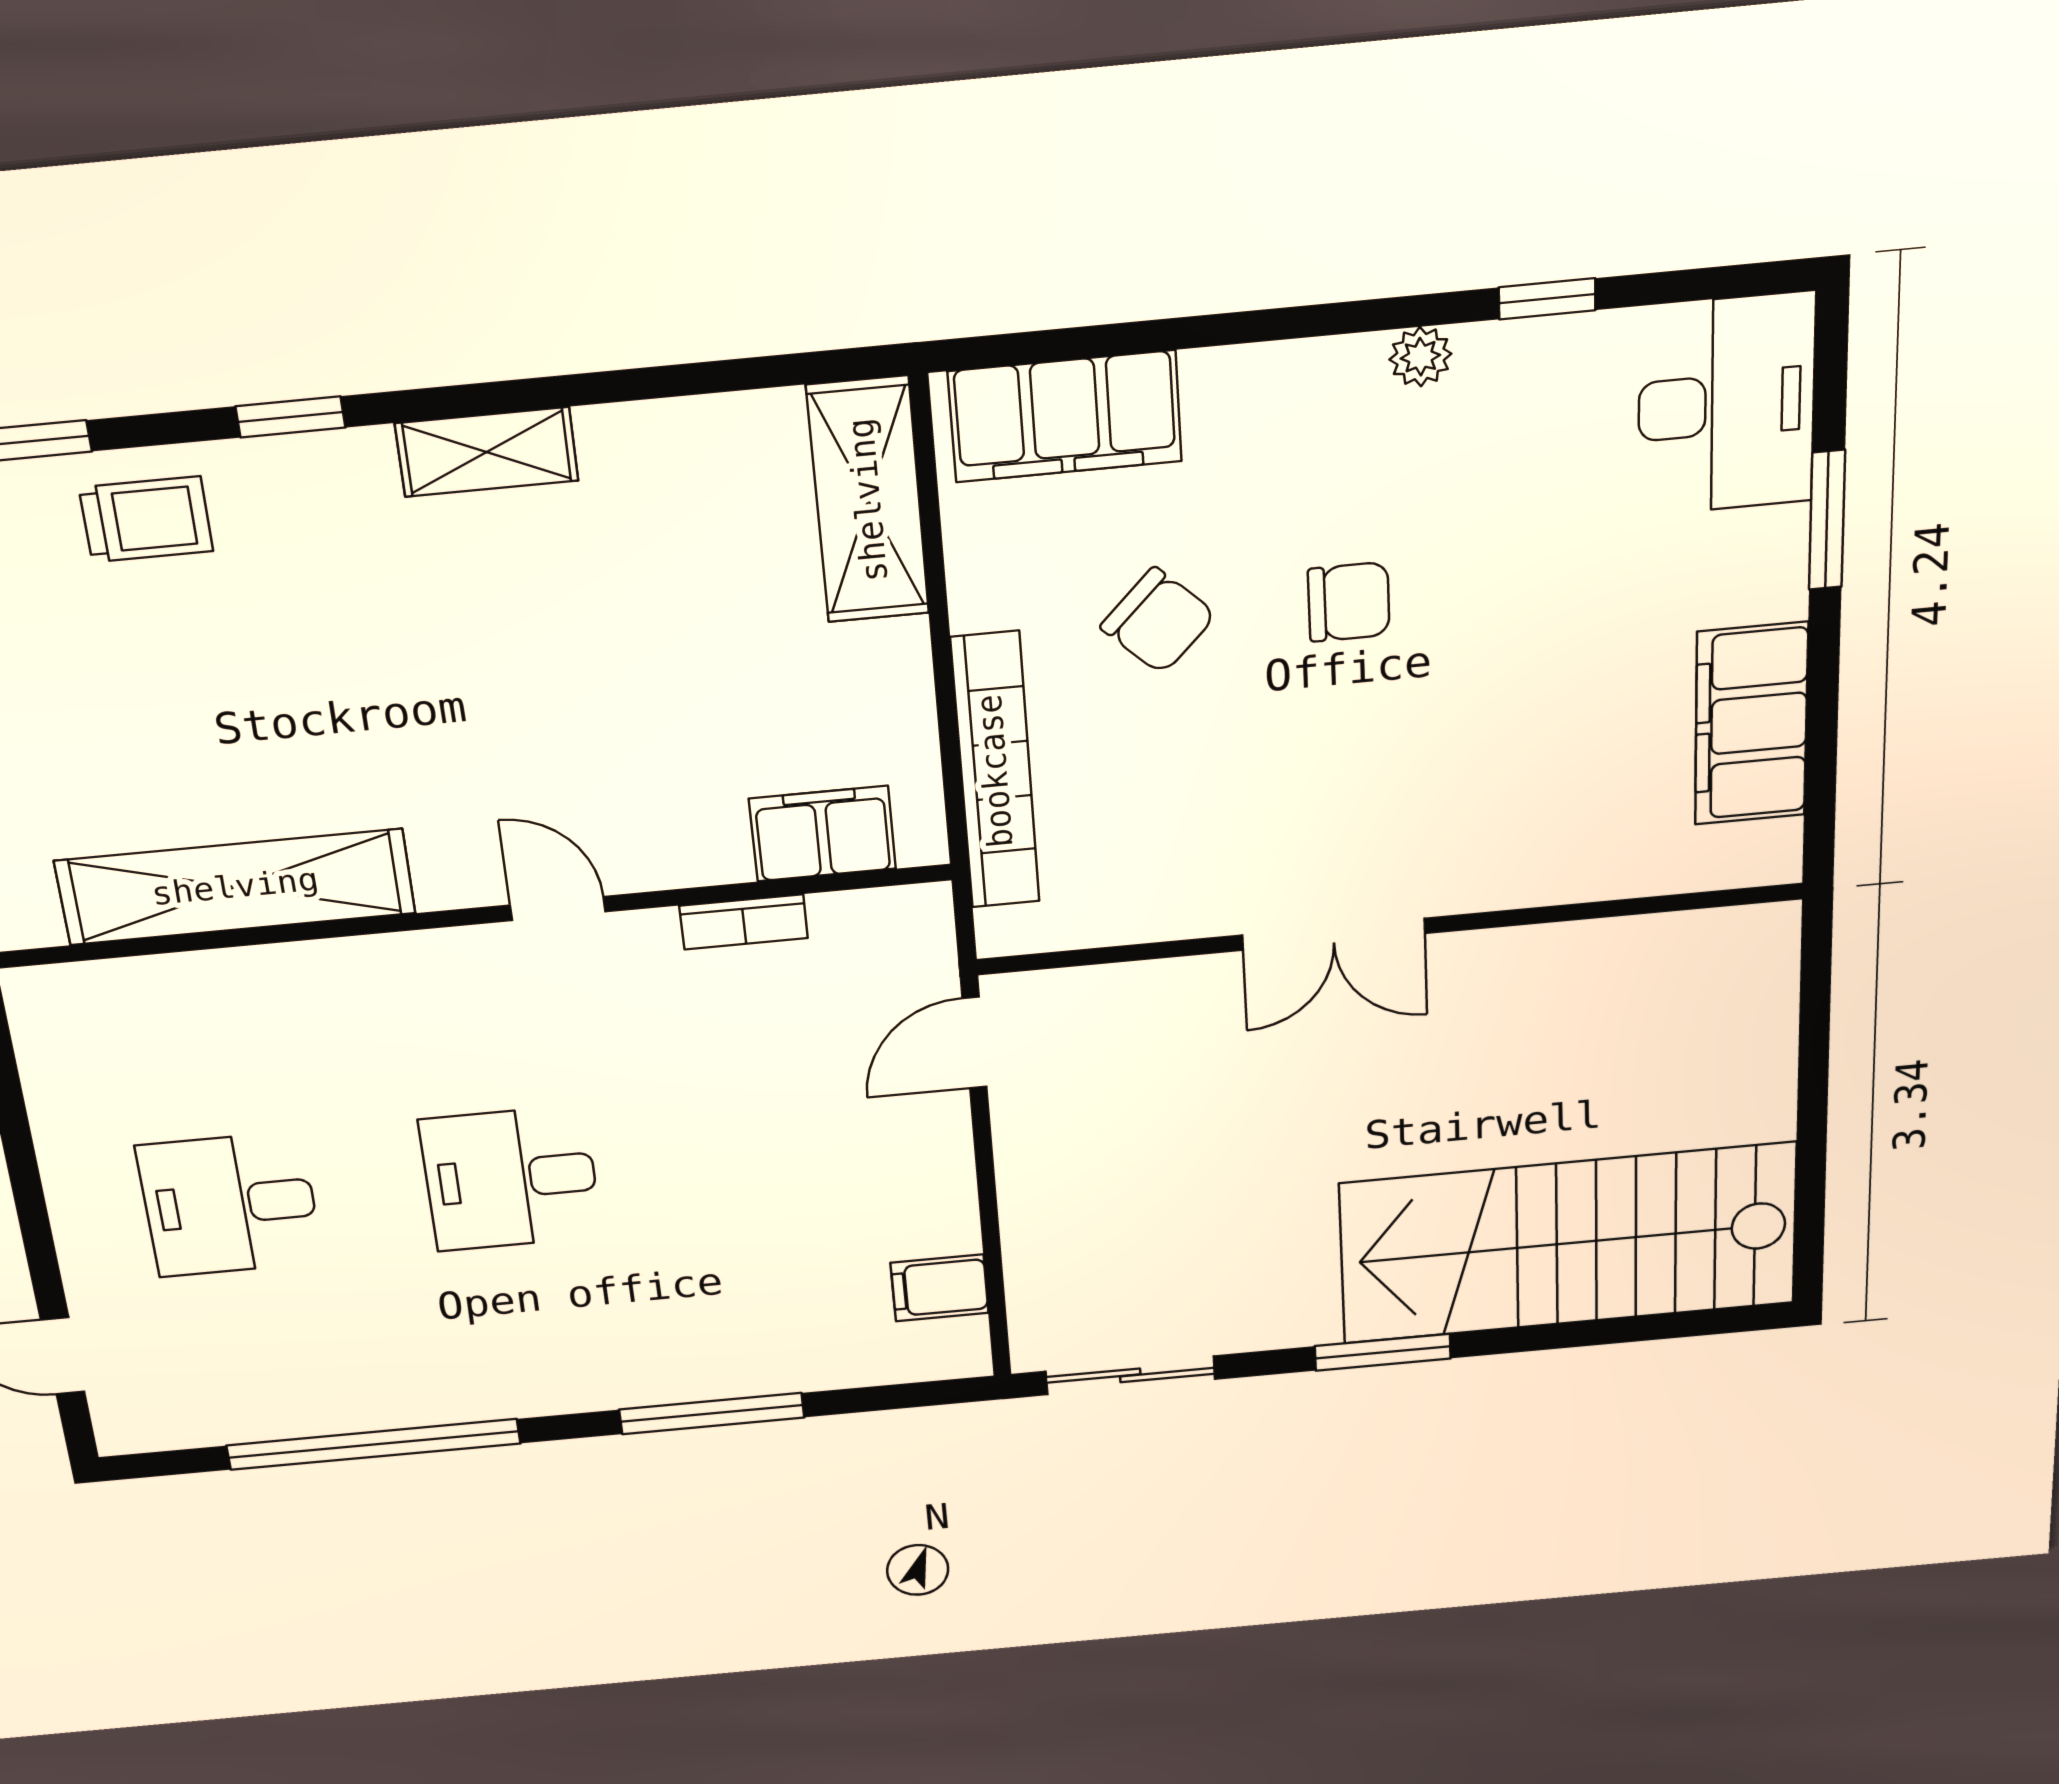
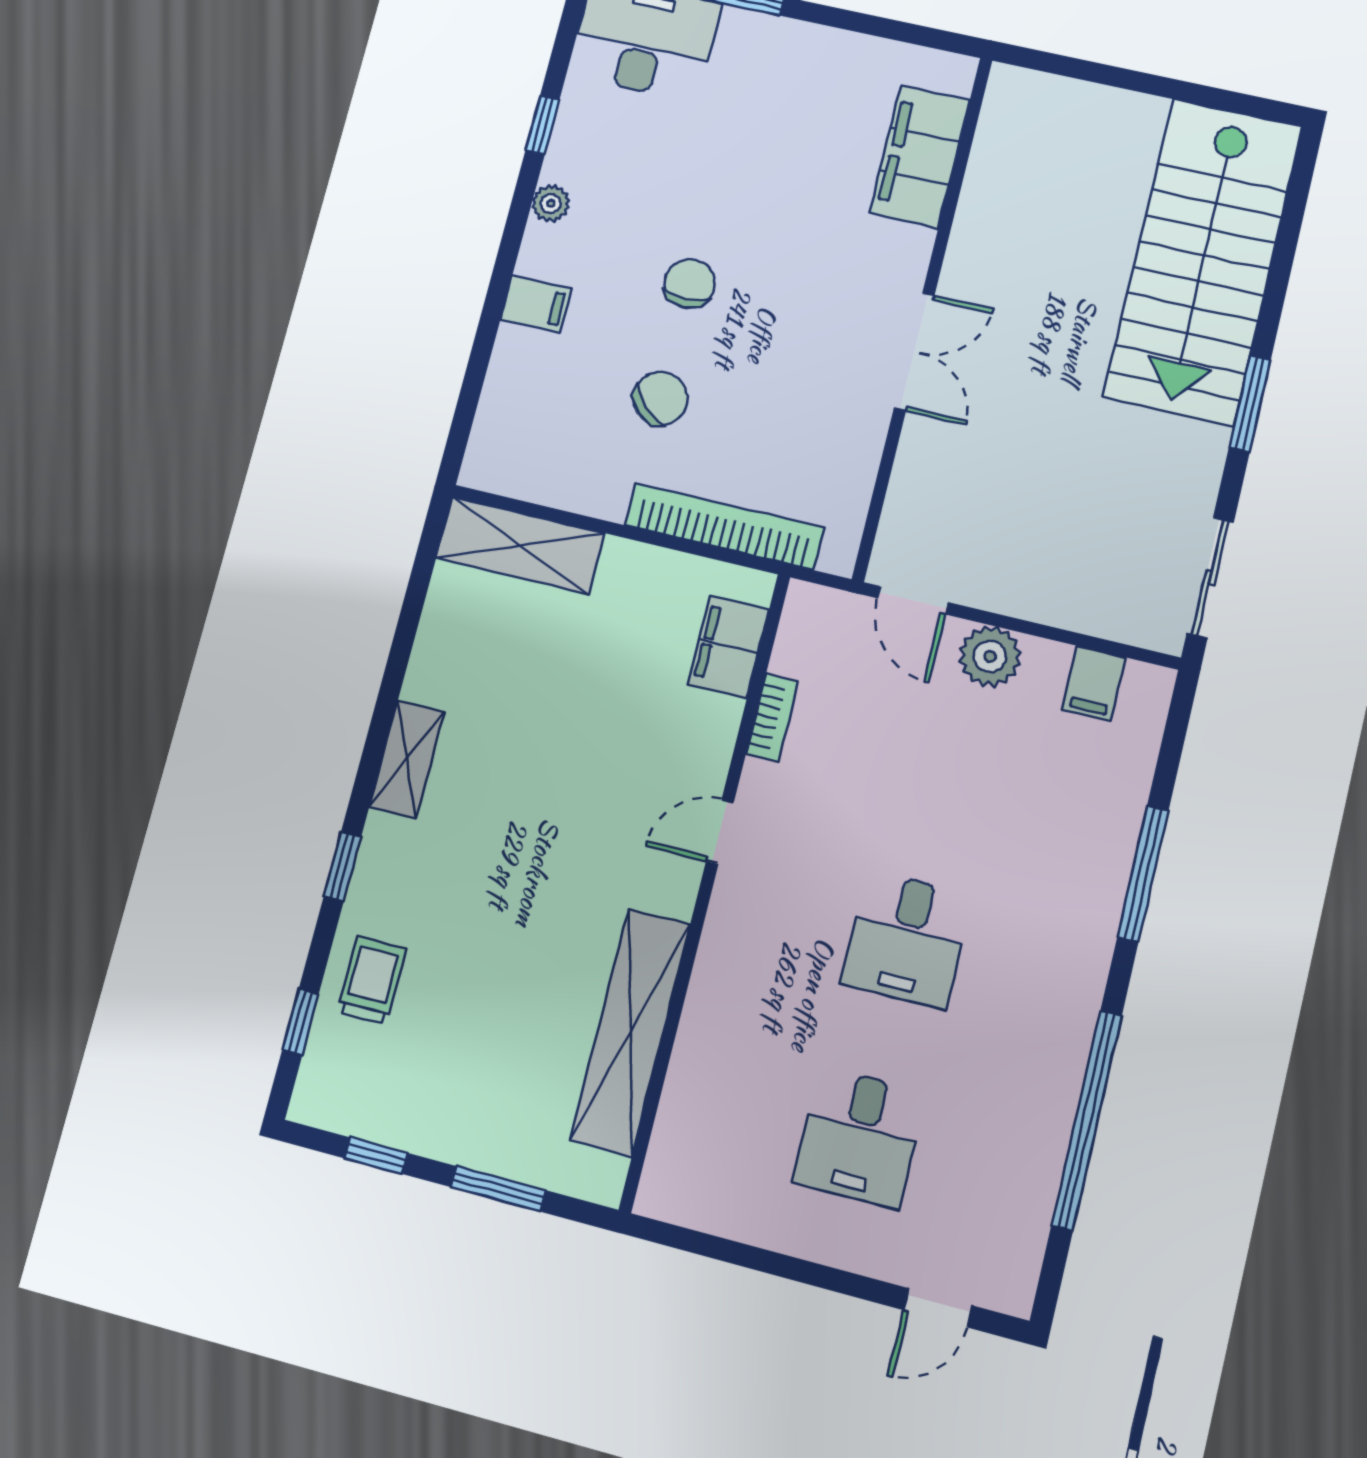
filing cabinet: (1065, 416) -> (536, 304), moved, width x0.33, depth x0.86
filing cabinet: (1751, 724) -> (920, 156), moved, turned 90
plant: (931, 1159) -> (990, 656), added

